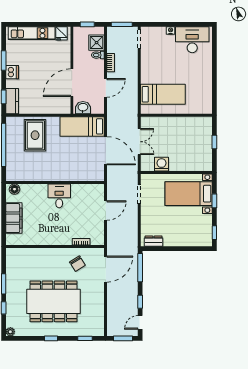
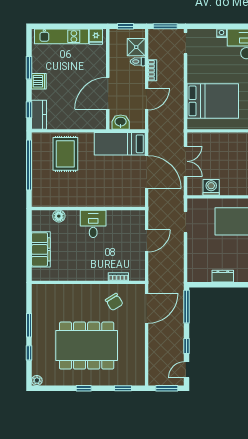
bed: (163, 94) -> (213, 101), width x1.50
floor lamp: (14, 189) -> (59, 216), moved
dresser: (154, 241) -> (223, 276), moved

